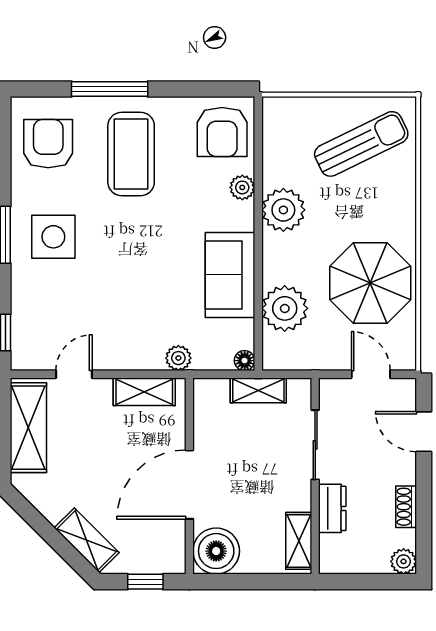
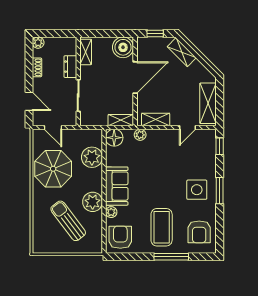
sun lounger: (361, 144) -> (68, 221), moved, turned 79
sofa: (230, 275) -> (117, 186), moved
floor lamp: (245, 361) -> (114, 138), width x1.89, depth x1.89
shelving: (258, 390) -> (121, 120), moved

